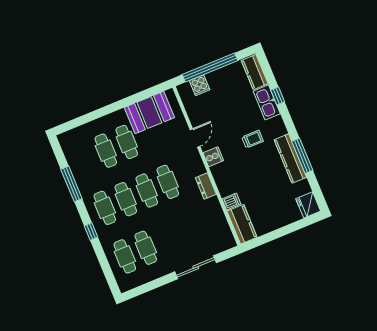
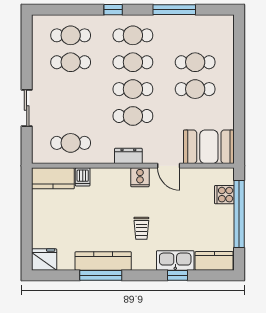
booth: (149, 113) -> (209, 147), moved, turned 90
dresser: (206, 186) -> (128, 156), moved
cafe table: (209, 222) -> (71, 143), added
sliding door: (196, 267) -> (27, 108), width x0.73

